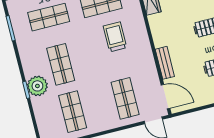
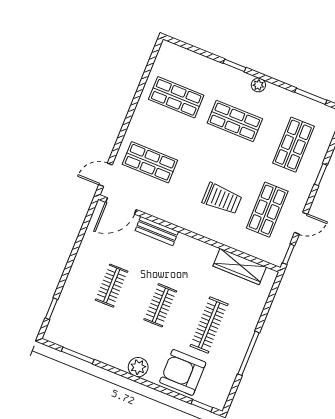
plant: (37, 86) -> (258, 85), moved, width x0.53, depth x0.53

